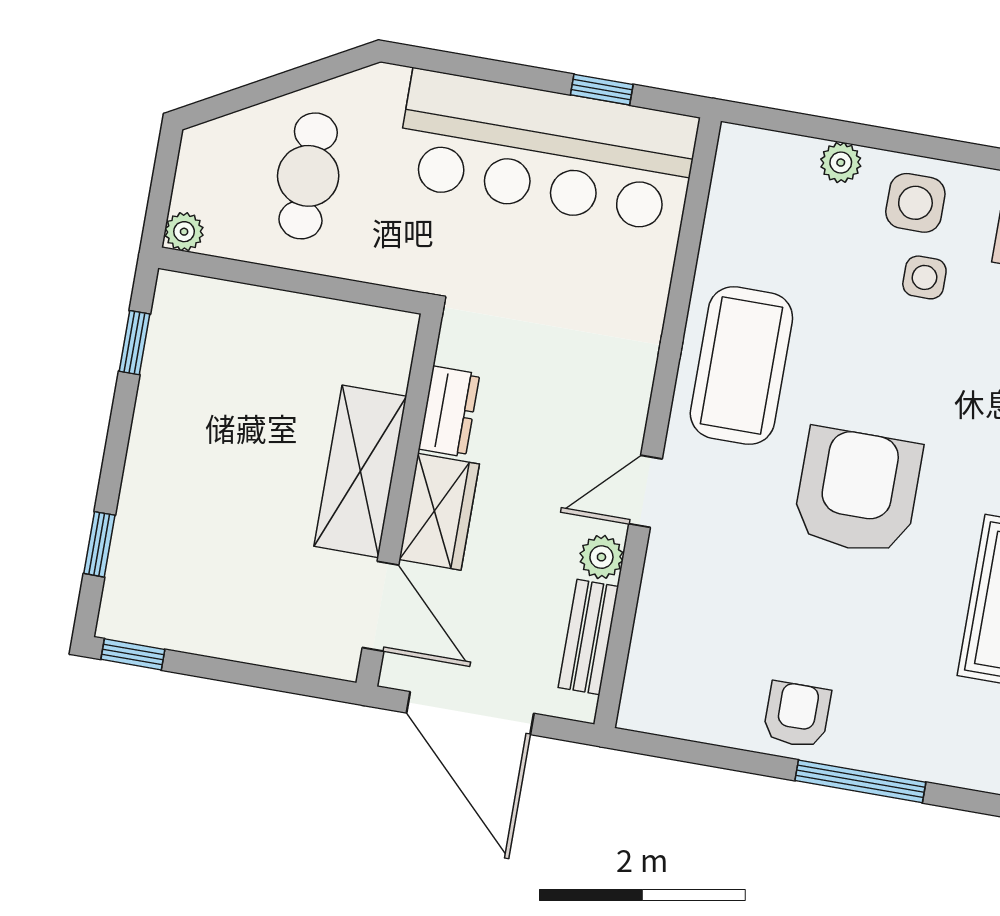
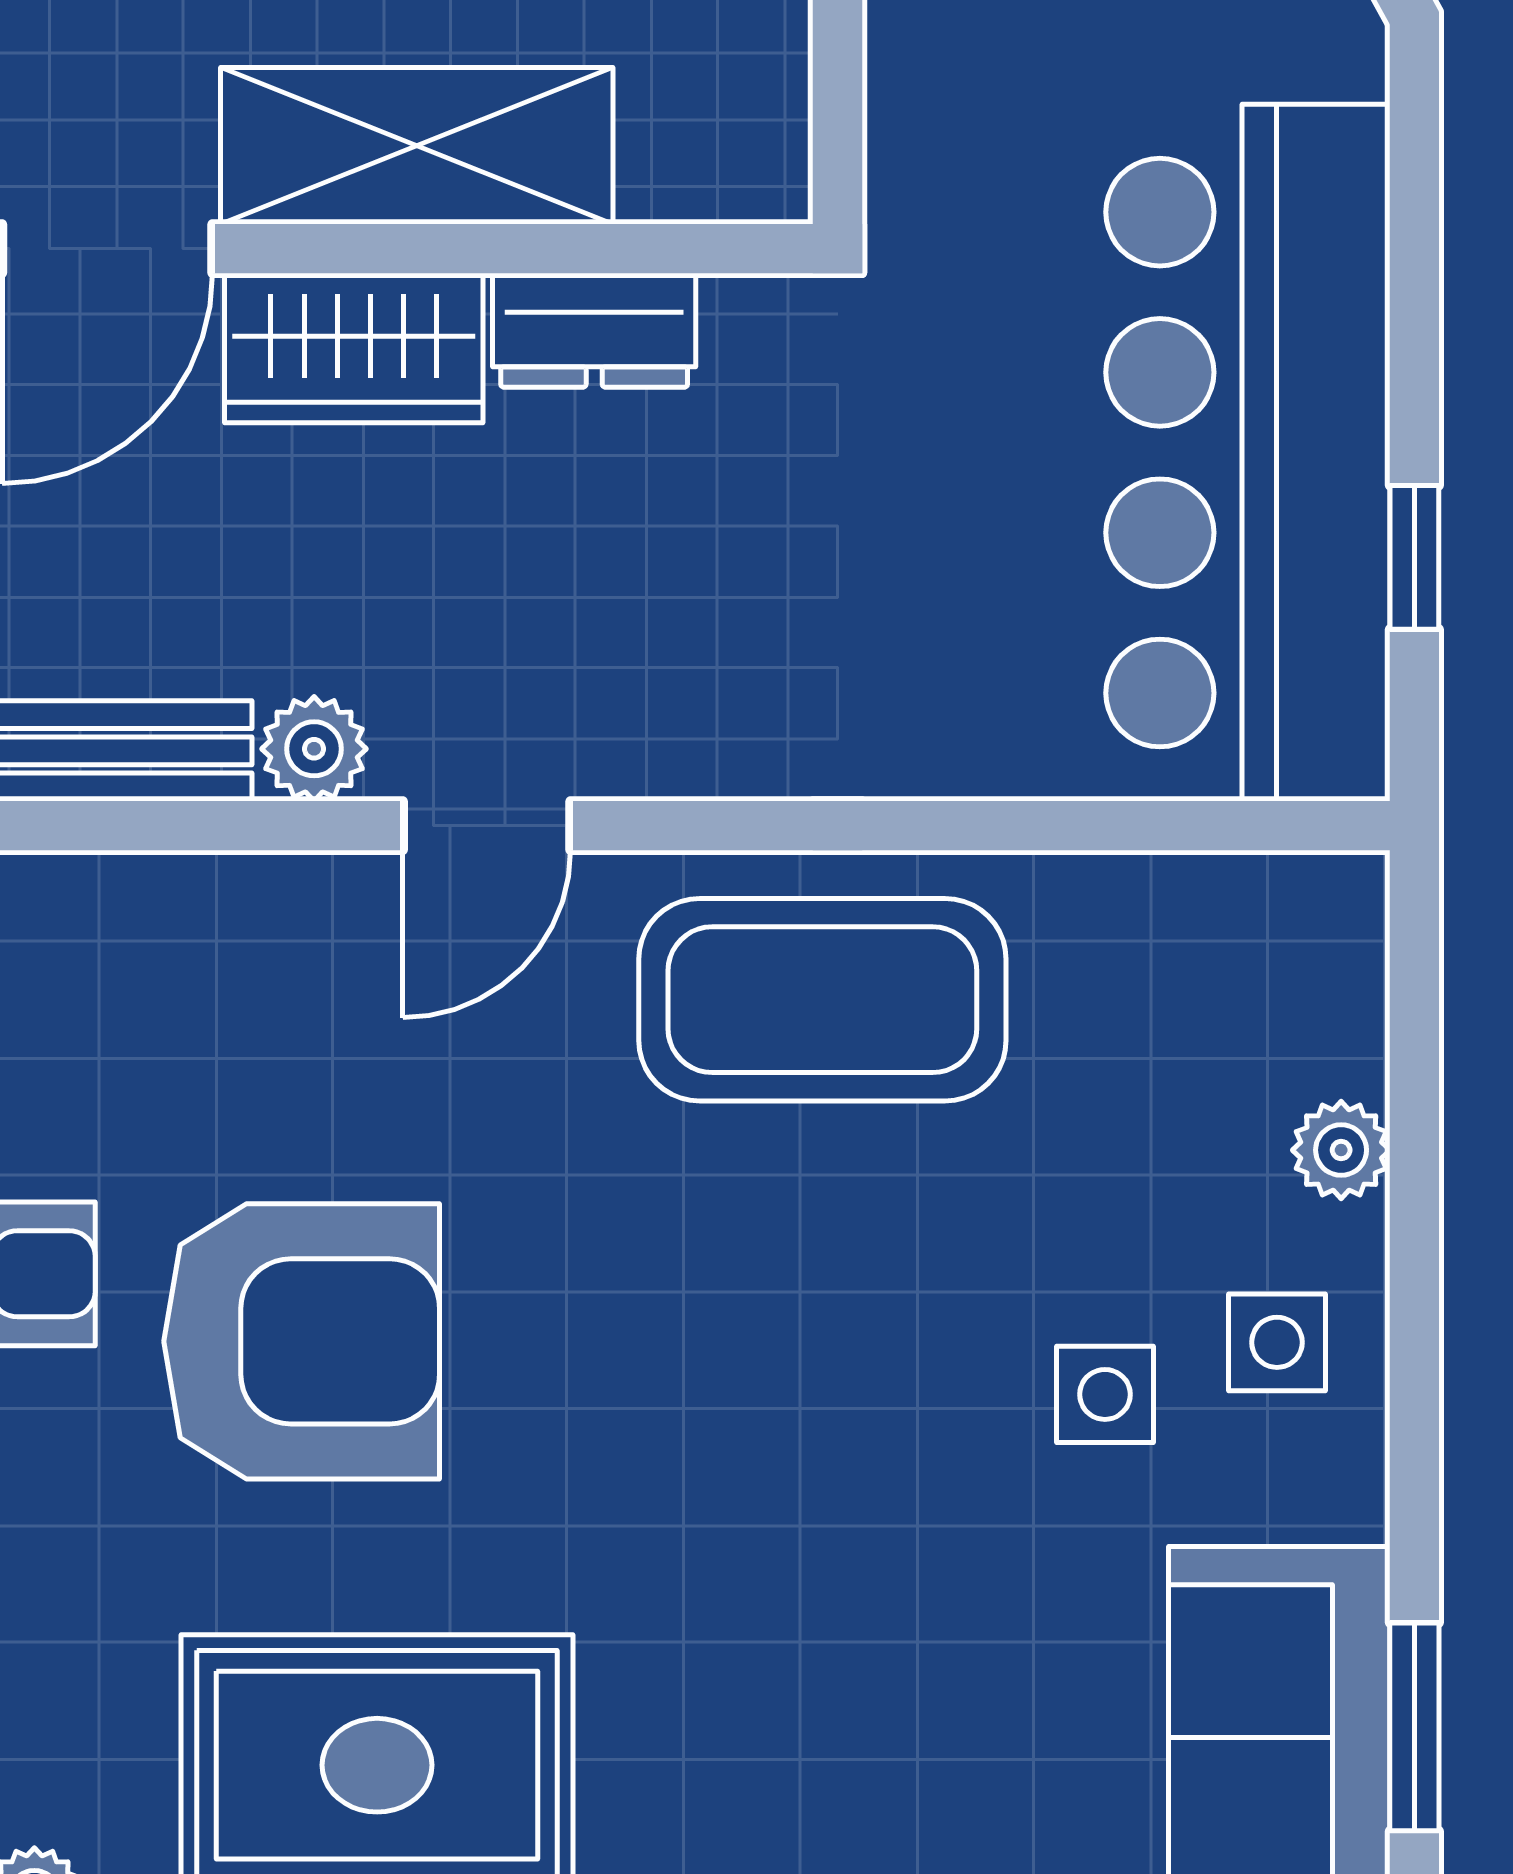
side table: (915, 203) -> (1277, 1342), width x0.73, depth x0.73
door: (646, 491) -> (487, 826), swing flipped
armchair: (857, 491) -> (302, 1341), moved

